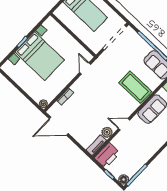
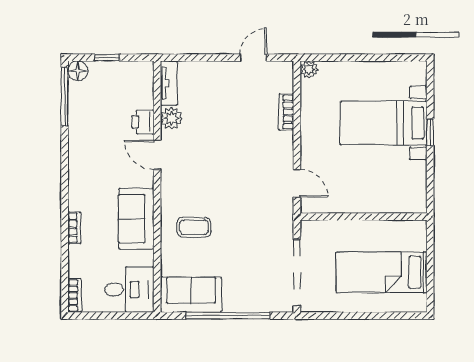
bed with nightstands: (40, 56) -> (384, 123), width x0.73
coffee table: (135, 87) -> (194, 227), width x0.54, depth x0.58
door: (124, 124) -> (157, 155), swing flipped
door: (59, 126) -> (253, 58), width x0.53
printer: (107, 155) -> (143, 122), moved, width x0.53, depth x0.68

